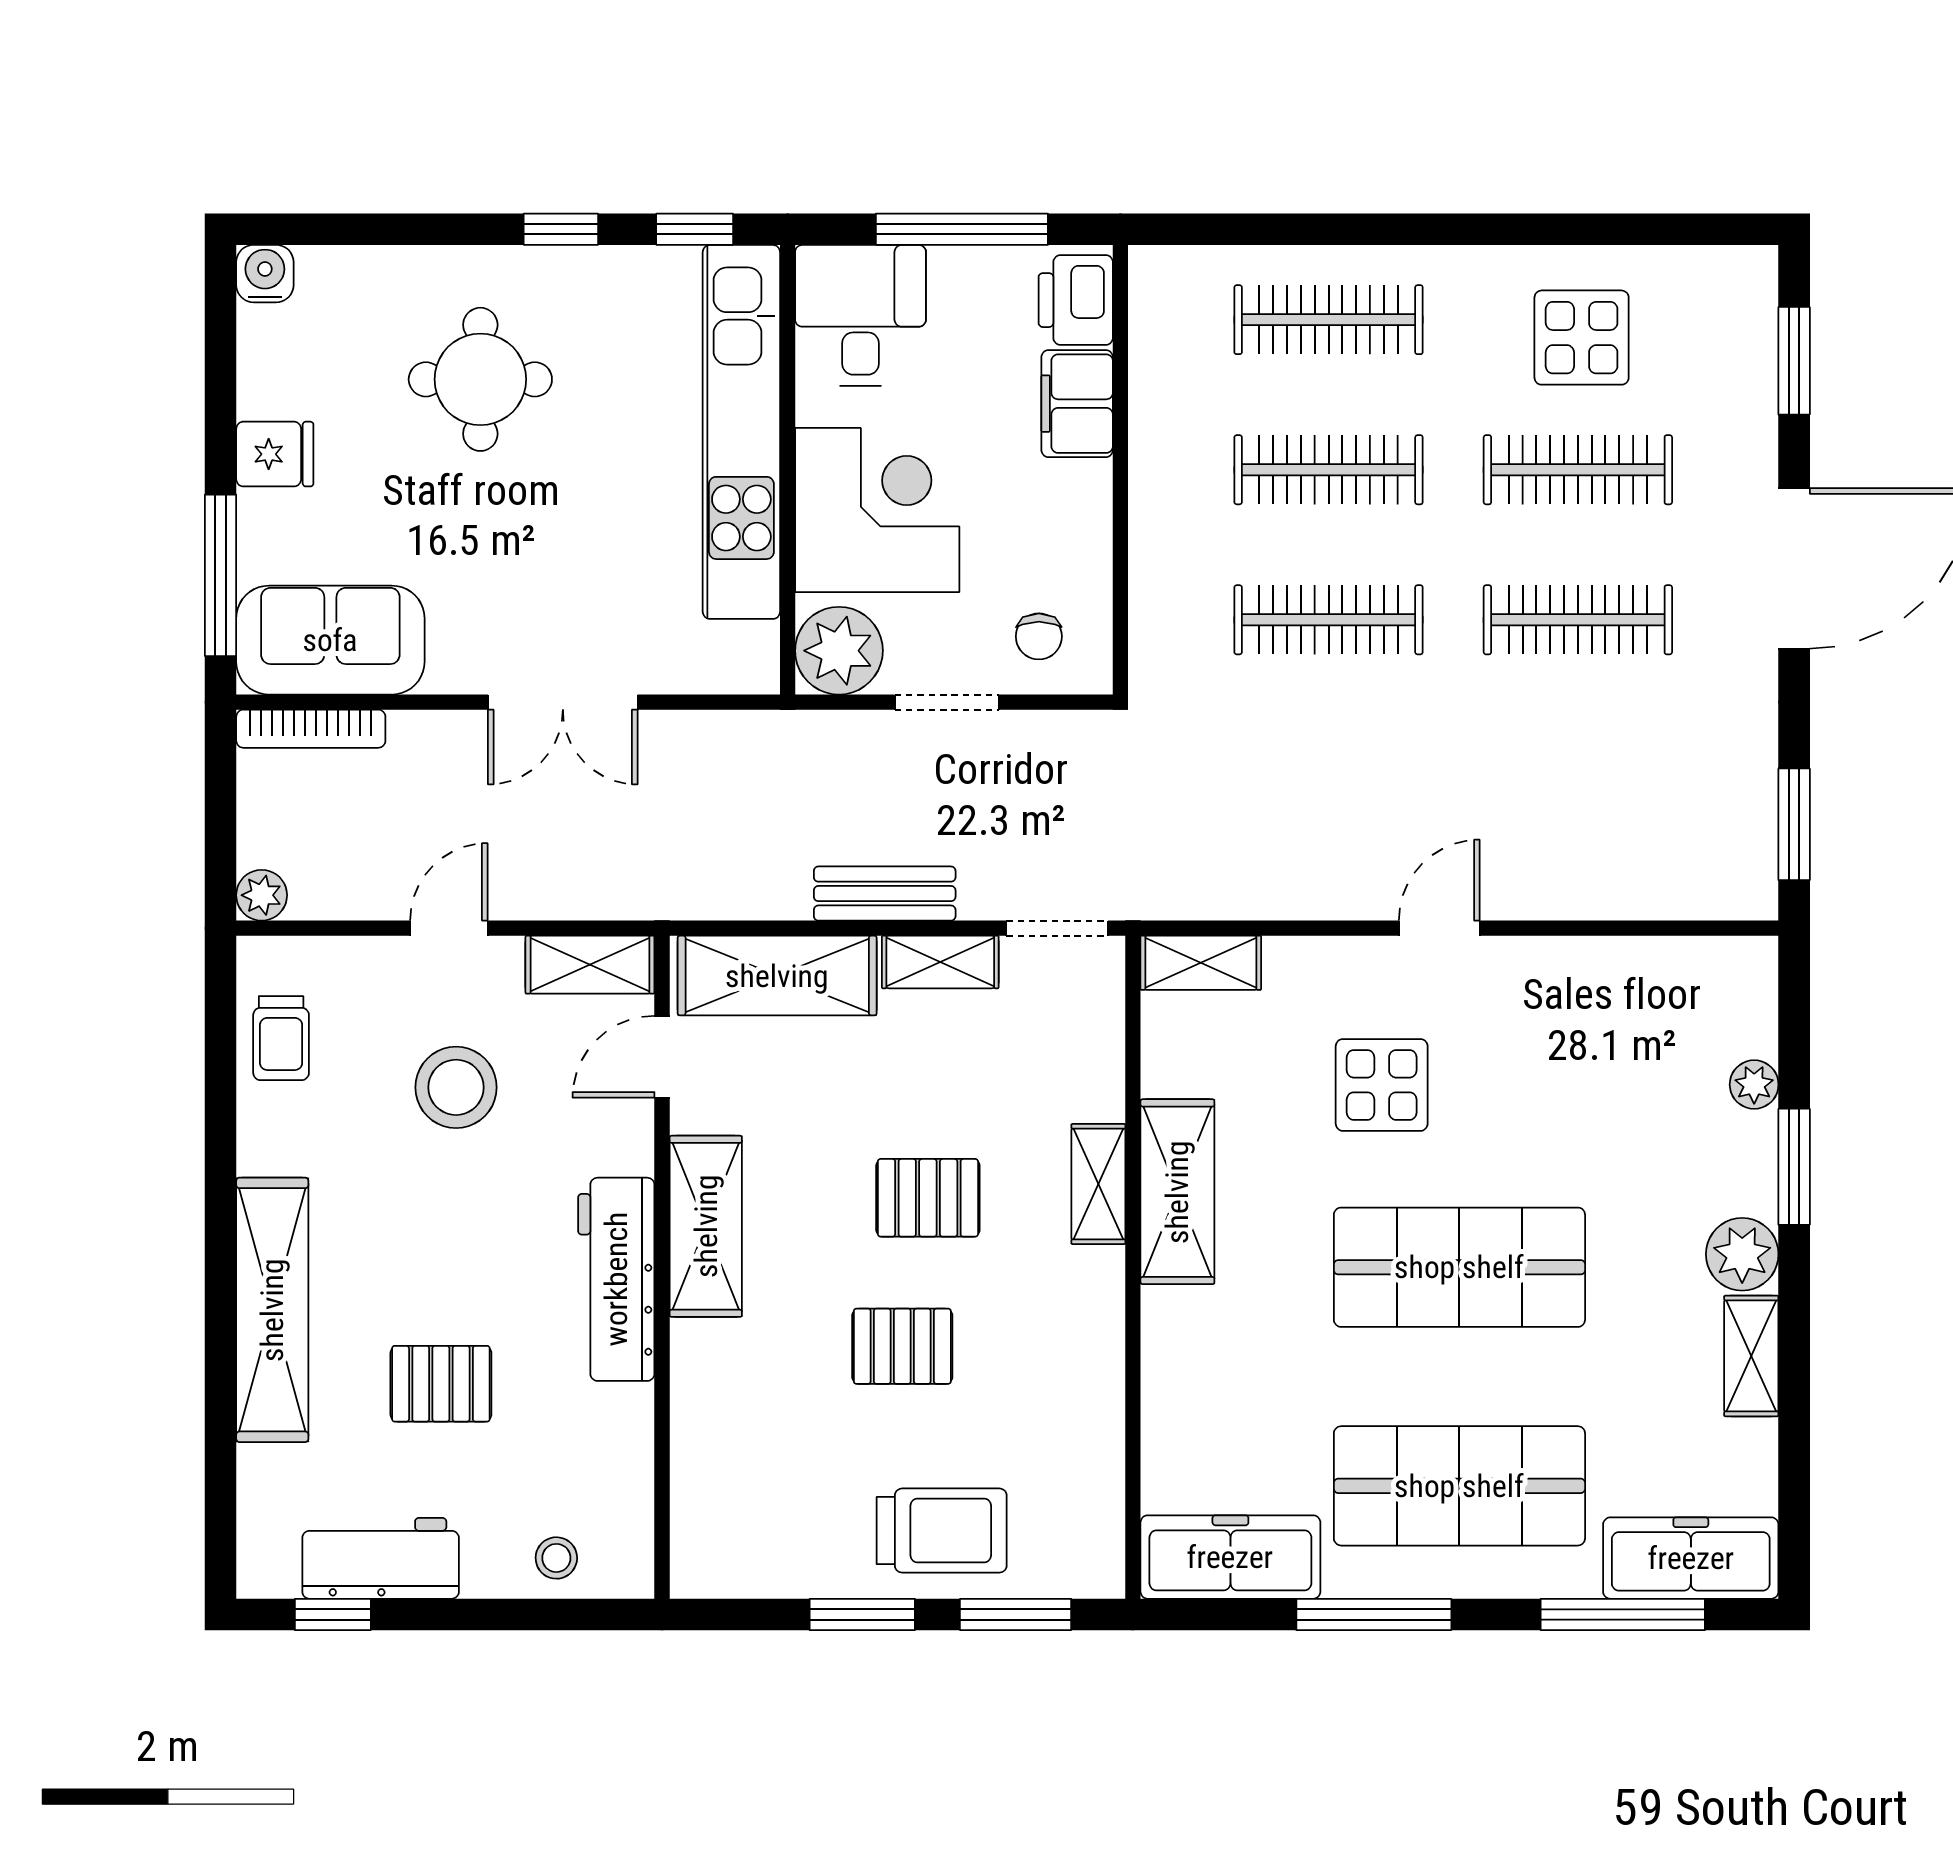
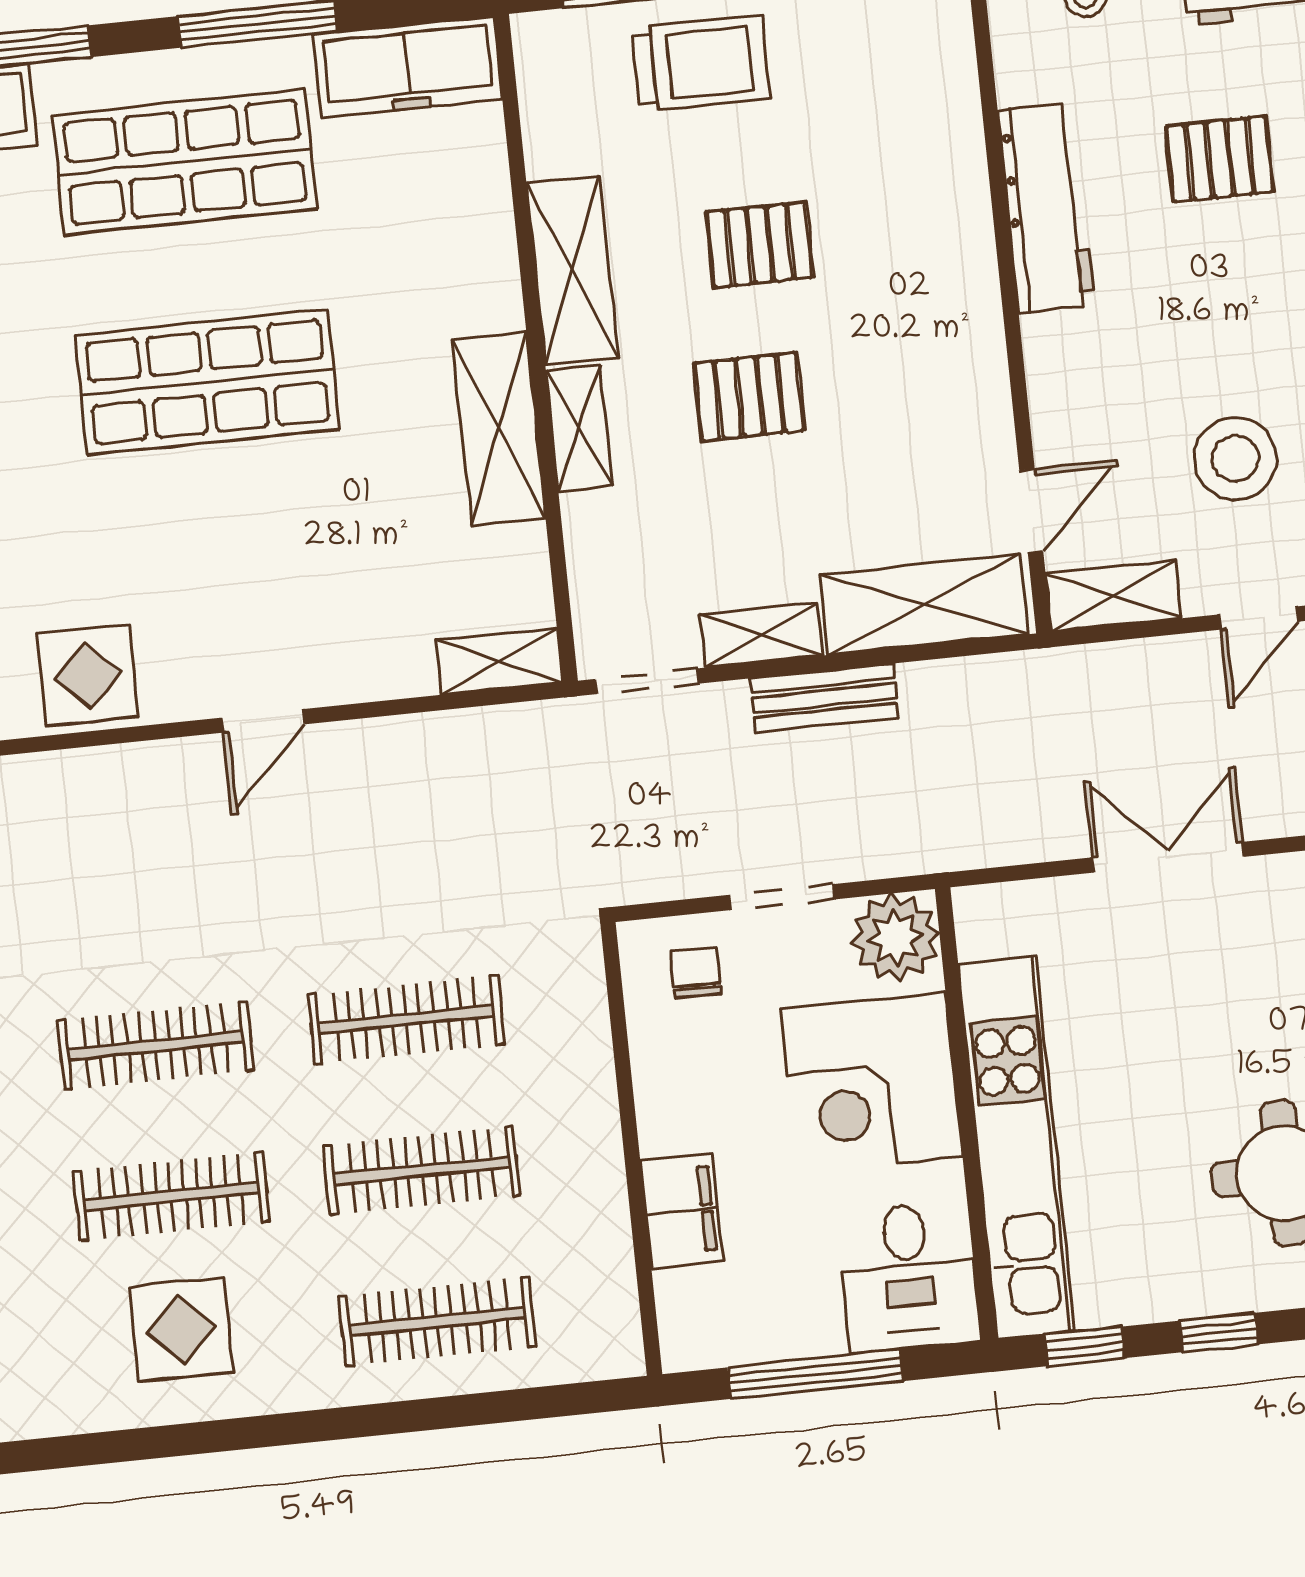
printer: (1076, 300) -> (694, 1315), removed
display table: (1382, 1085) -> (88, 675), moved
shelving: (706, 1226) -> (572, 270), moved
workbench: (616, 1279) -> (1046, 208), moved
trolley: (942, 1531) -> (701, 63), turned 180

